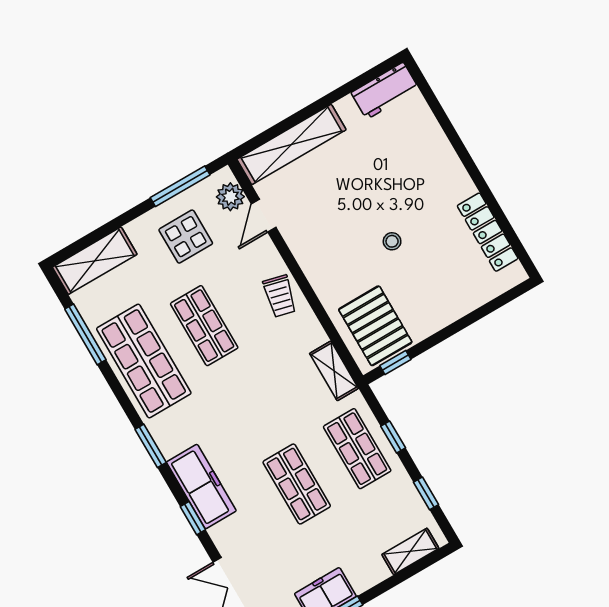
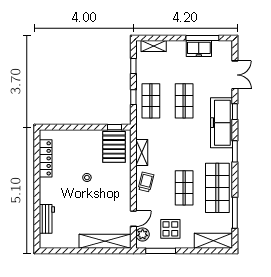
workbench: (385, 91) -> (47, 219), moved, turned 90
shelving: (334, 371) -> (142, 153), moved
freezer: (201, 486) -> (222, 123), width x1.36, depth x1.26

